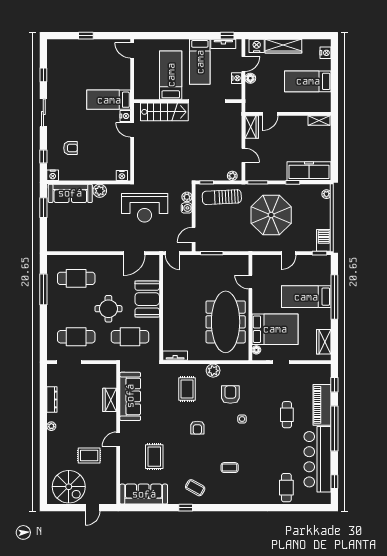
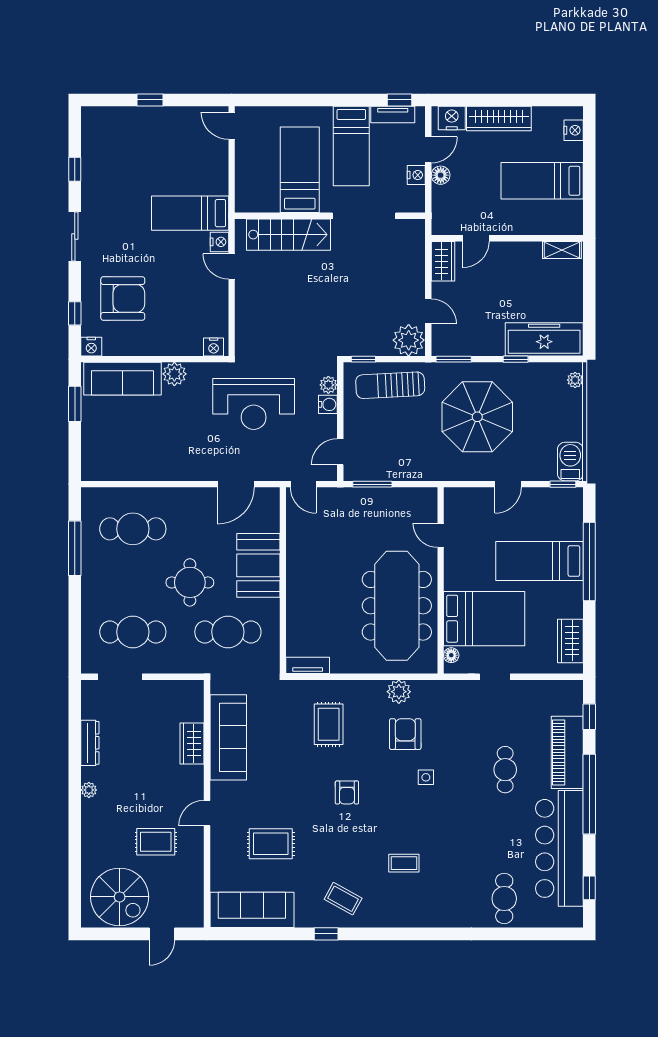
armchair: (71, 148) -> (123, 298), width x1.88, depth x1.88
plant: (232, 176) -> (409, 340), width x1.88, depth x1.88
plant: (213, 371) -> (399, 692), moved
rug: (154, 457) -> (271, 844), turned 90

